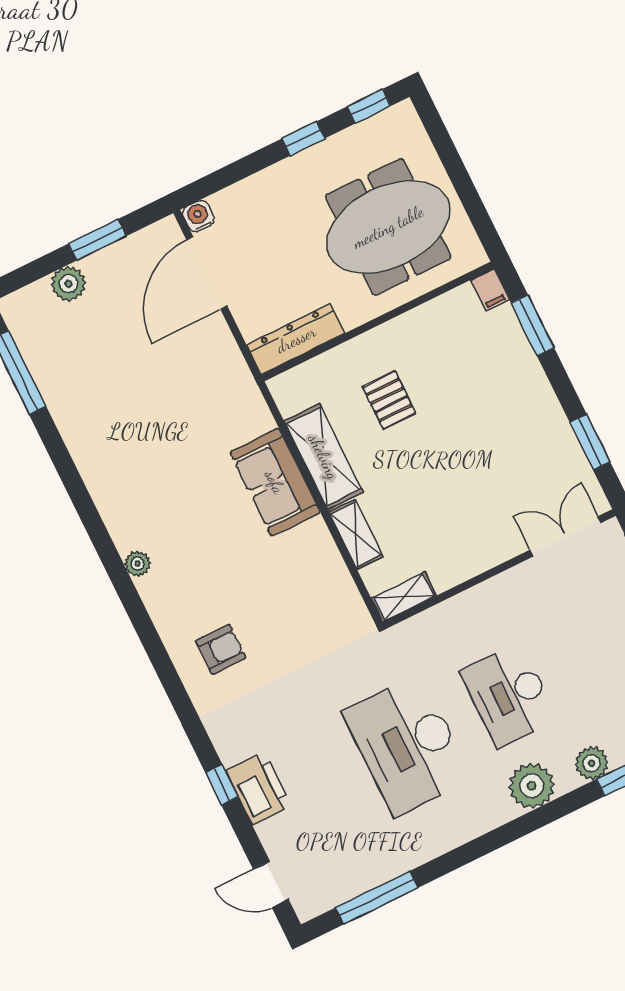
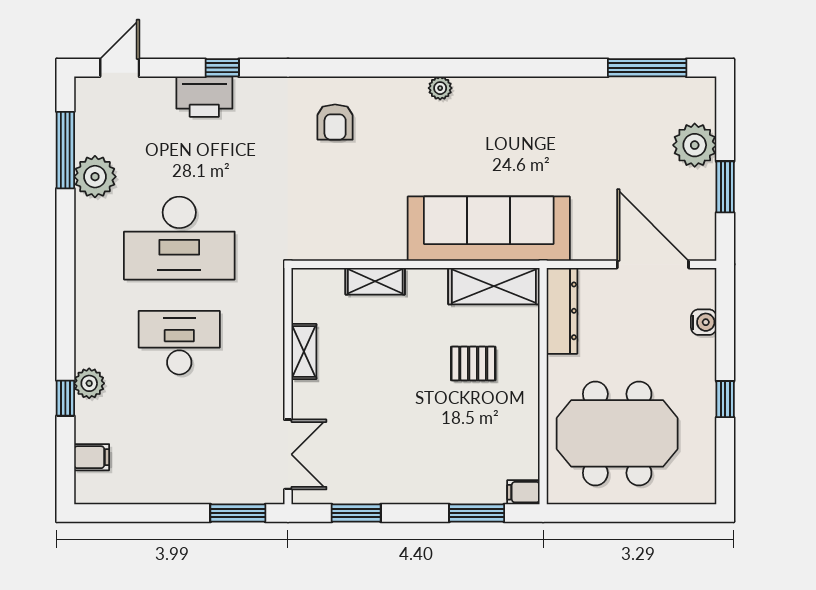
window: (369, 106) -> (725, 467), removed
water cooler: (198, 216) -> (704, 322), moved
meeting table: (388, 227) -> (617, 433), turned 90
plant: (69, 284) -> (695, 145), width x1.36, depth x1.36
shelving: (324, 457) -> (494, 286), moved
sofa: (275, 482) -> (489, 229), width x1.85, depth x1.27
shelving: (404, 597) -> (304, 352), moved
desk: (408, 745) -> (179, 238), turned 180
plant: (532, 786) -> (95, 177), moved

